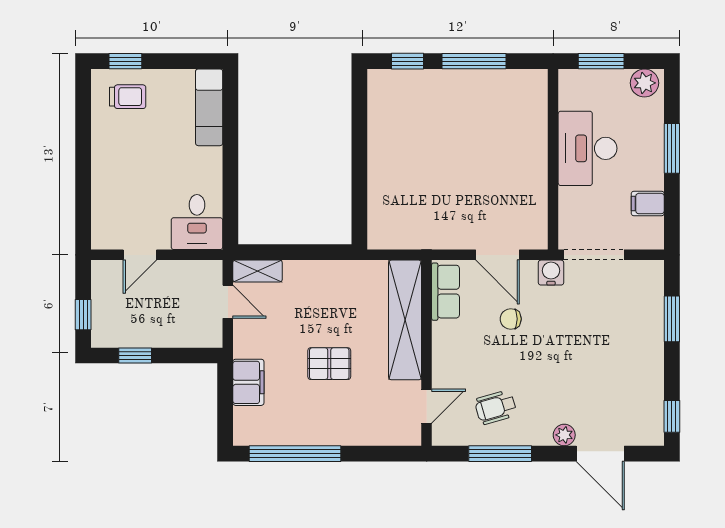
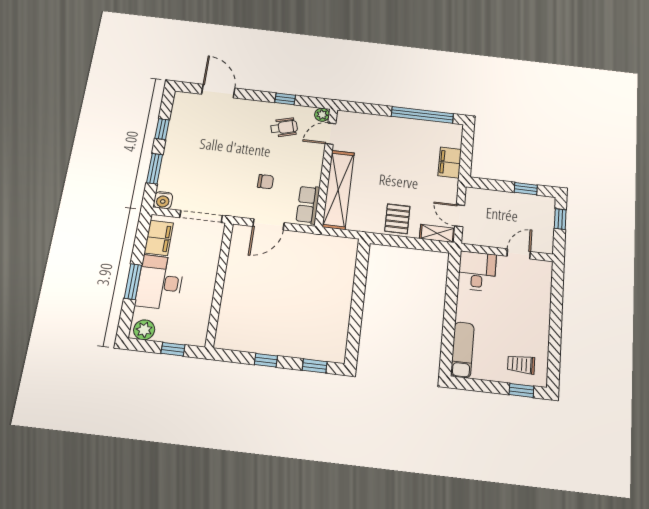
window: (474, 61) -> (266, 360), width x0.46
window: (601, 61) -> (173, 349), width x0.67
desk: (588, 148) -> (160, 282), moved, turned 180
filing cabinet: (648, 204) -> (159, 238), width x2.00
door: (497, 255) -> (268, 224), swing flipped
water cooler: (551, 273) -> (163, 200), moved
pallet: (329, 364) -> (397, 219), moved, turned 90
window: (672, 416) -> (162, 129), moved
plant: (564, 435) -> (322, 115), moved
window: (500, 454) -> (285, 99), width x0.46

